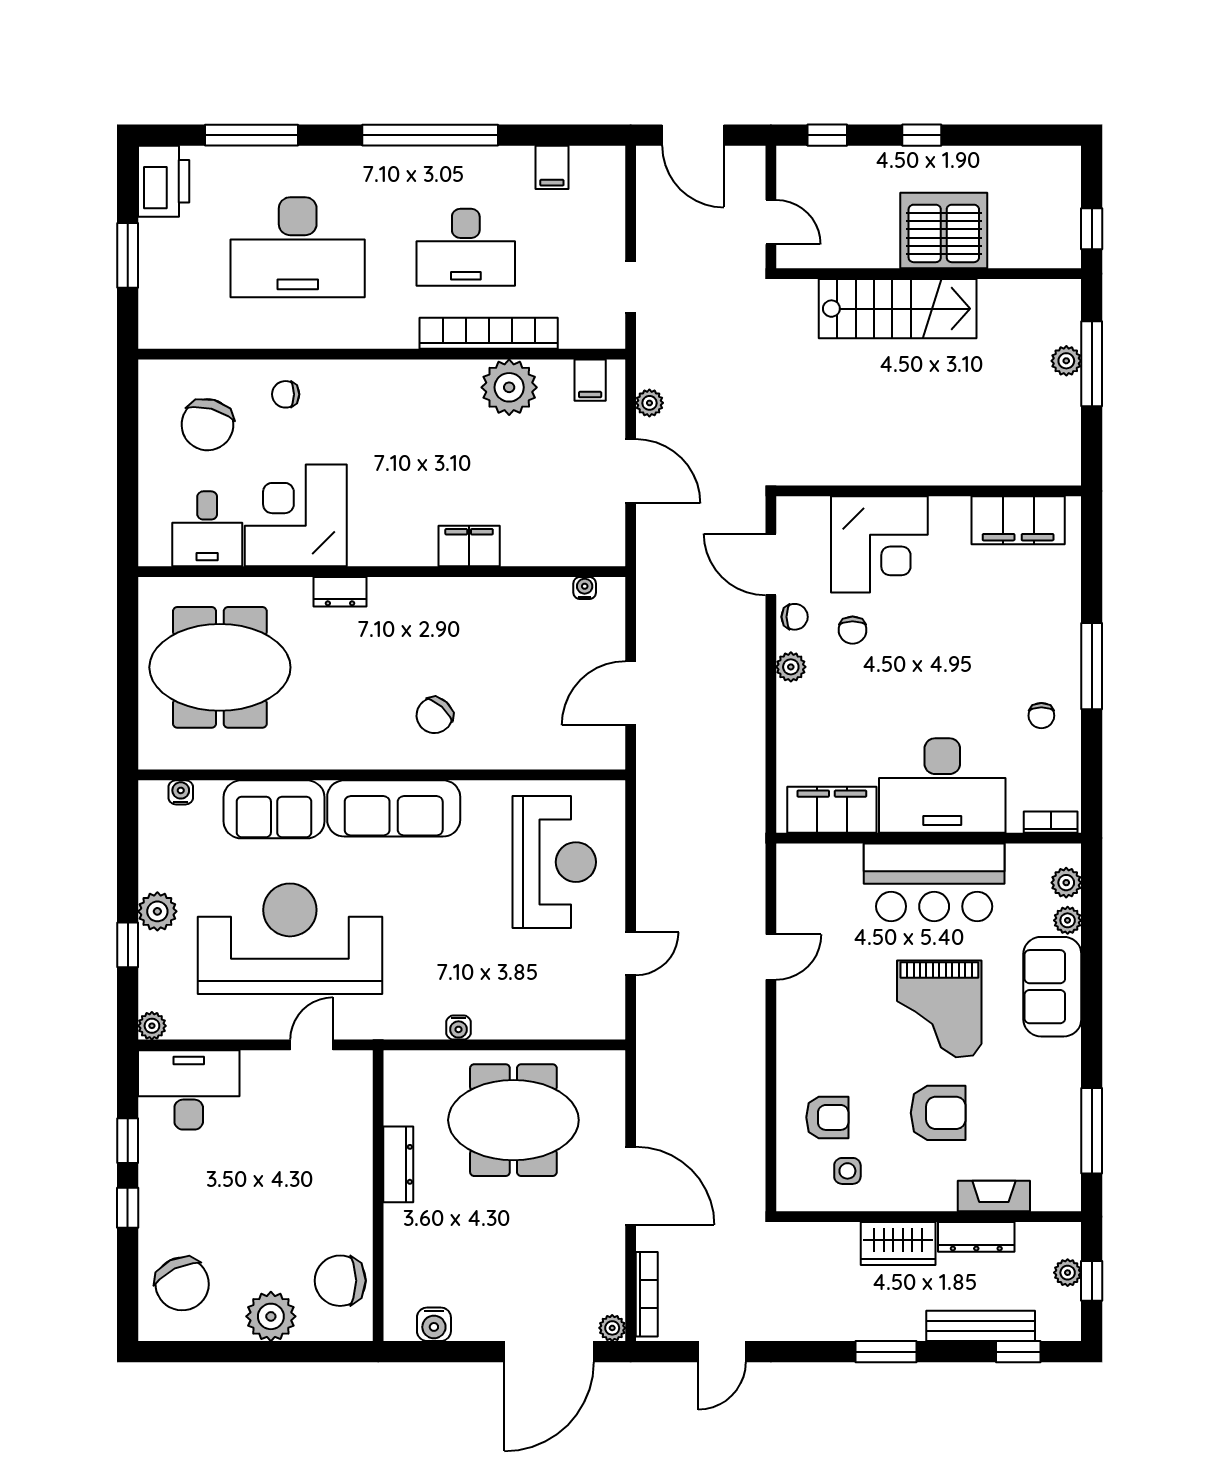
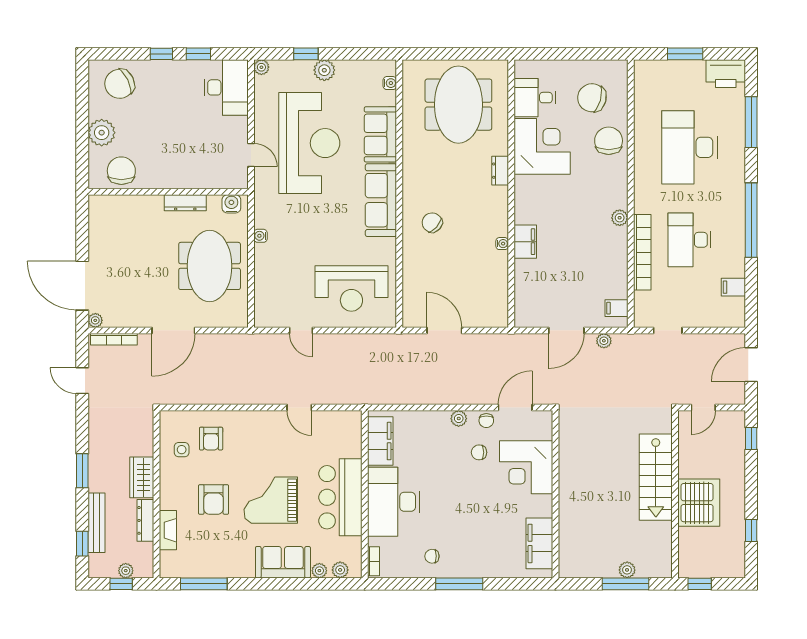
window: (922, 135) -> (751, 531), moved
plant: (509, 387) -> (620, 218), moved, width x0.53, depth x0.53
chair: (286, 394) -> (609, 141), width x1.87, depth x1.87
water cooler: (585, 588) -> (502, 244), moved
water cooler: (434, 1324) -> (231, 204), moved, turned 90

